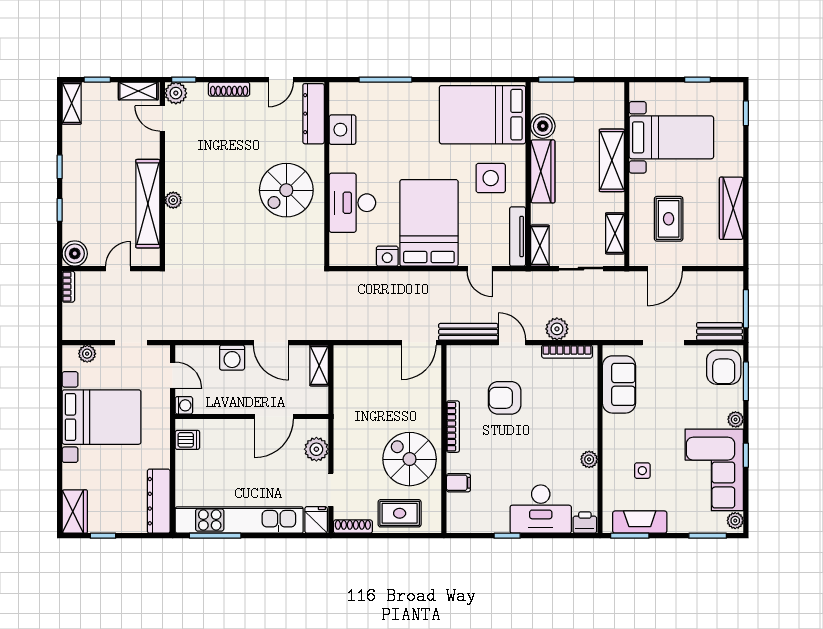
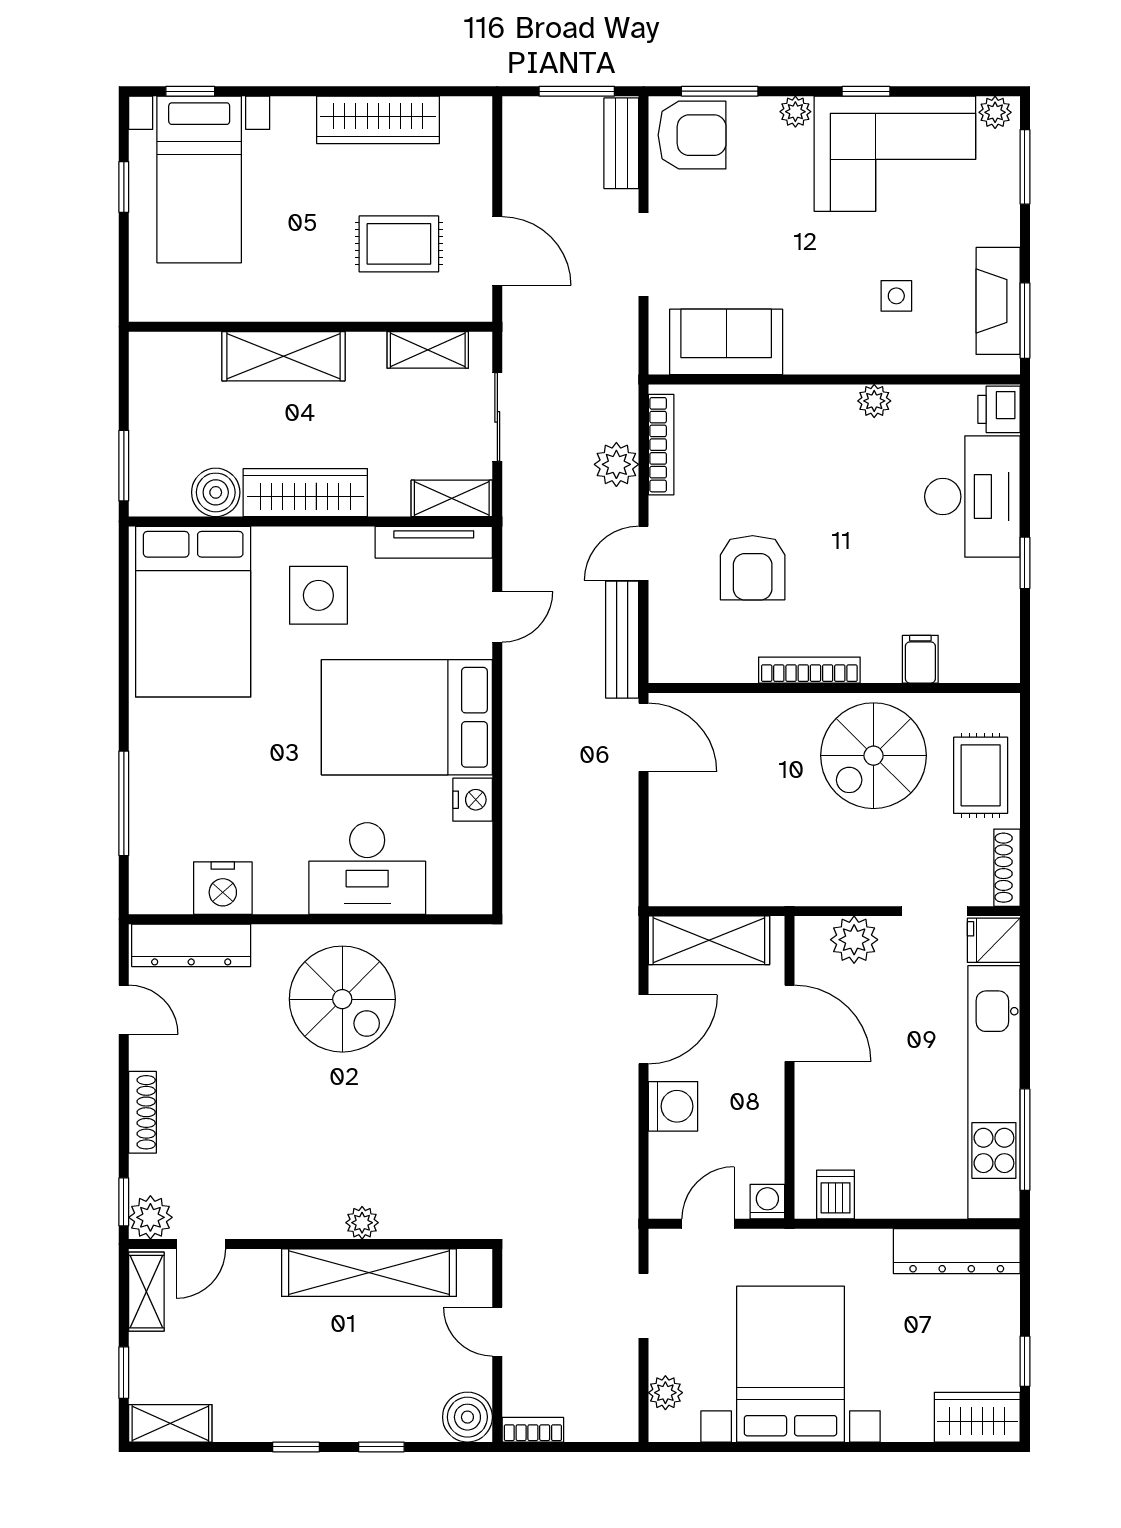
bed with nightstands: (671, 137) -> (199, 179), moved, turned 180
shelving: (319, 366) -> (709, 940), width x1.50, depth x1.33

